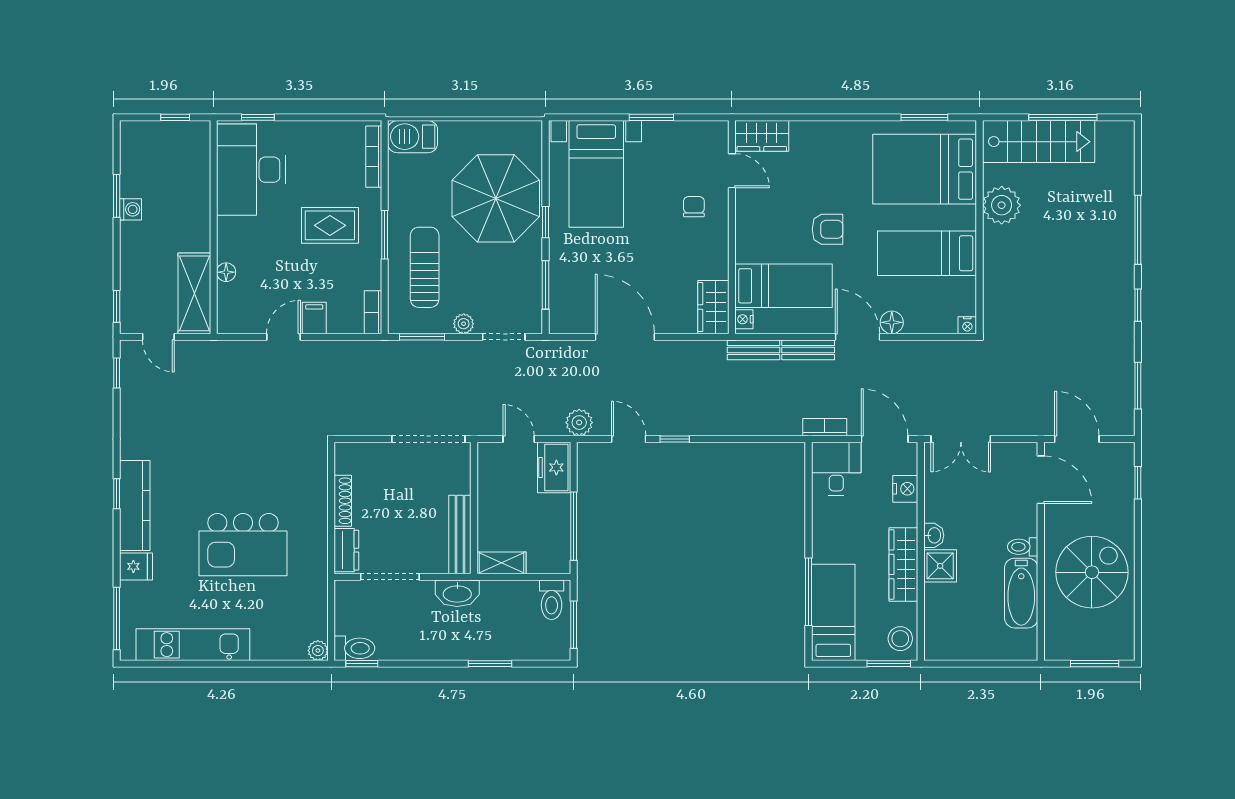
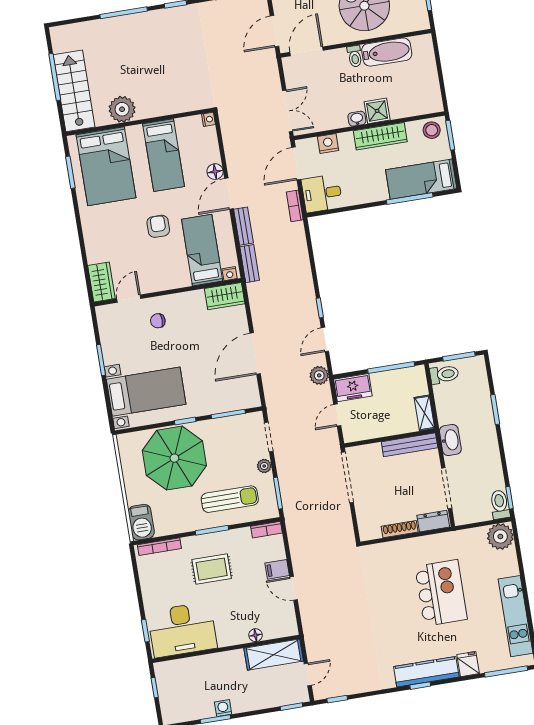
rug: (330, 225) -> (212, 569), turned 90
sun lounger: (425, 267) -> (230, 499), turned 180
plant: (318, 651) -> (500, 536), width x1.88, depth x1.88

